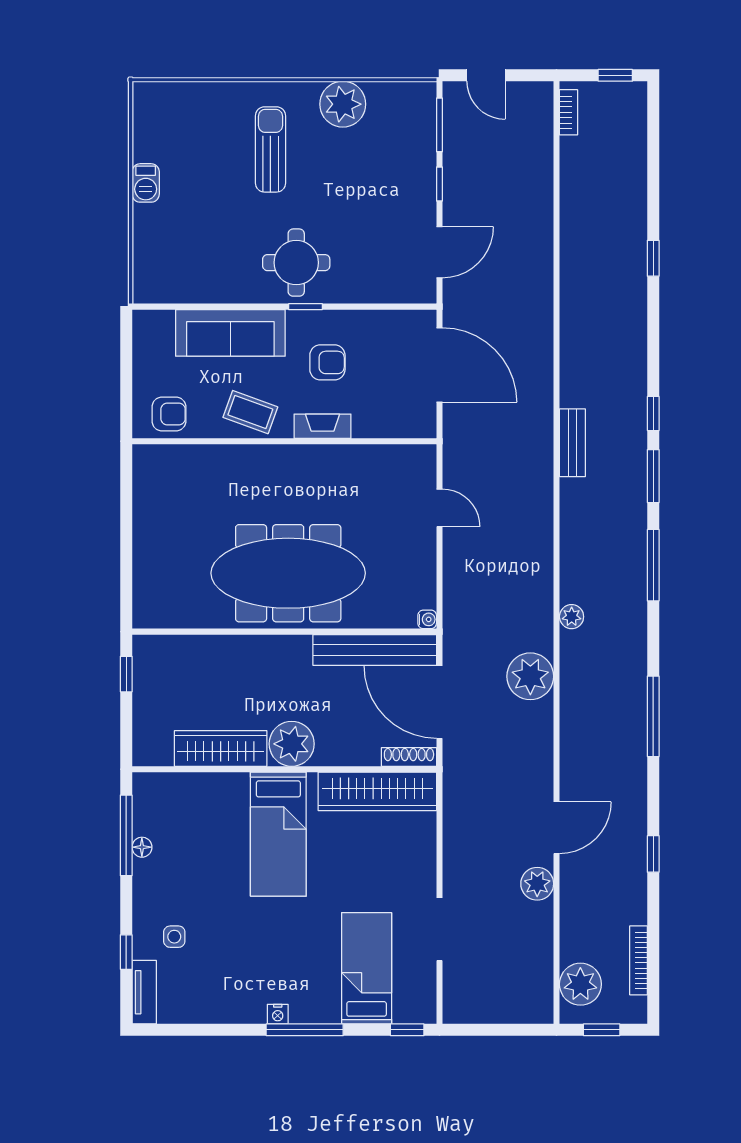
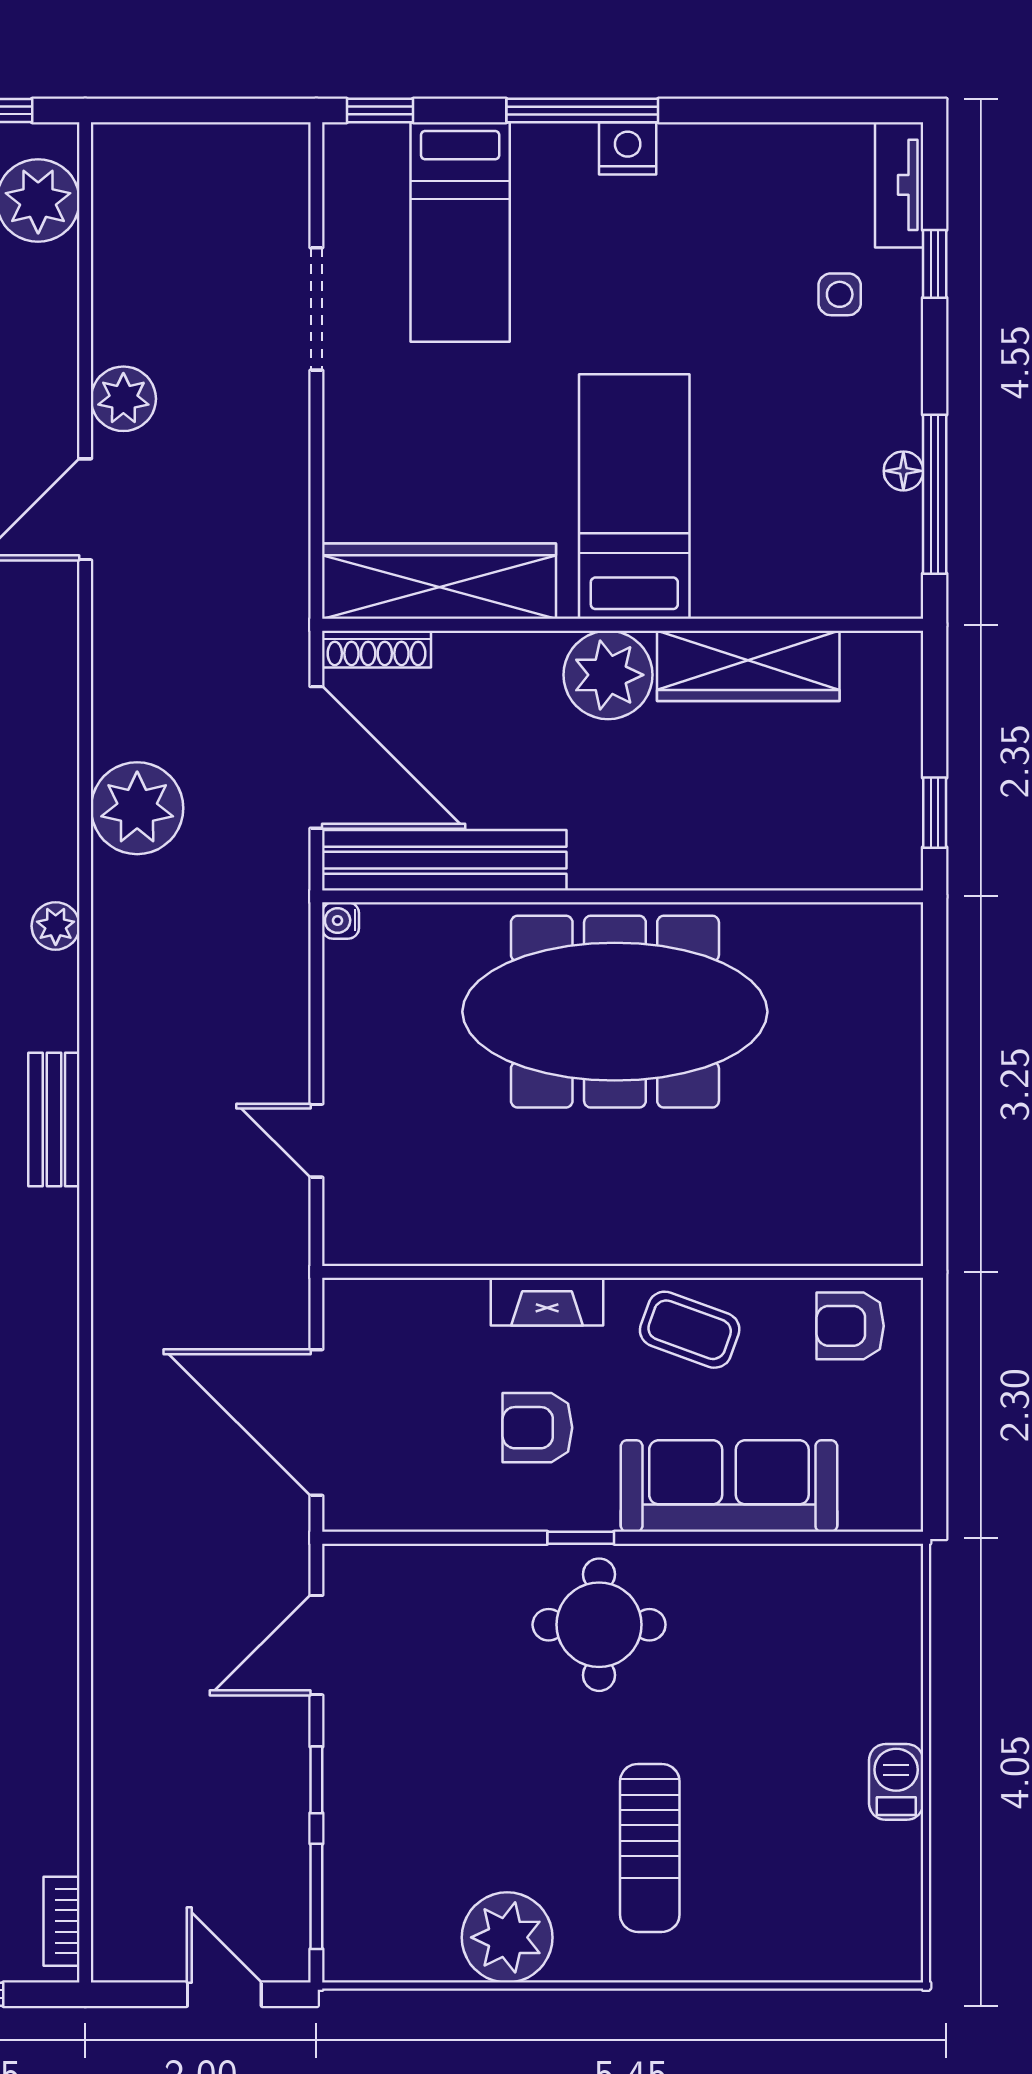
bench: (572, 443) -> (54, 1119), moved
nightstand: (278, 1014) -> (628, 148), width x1.39, depth x1.35

